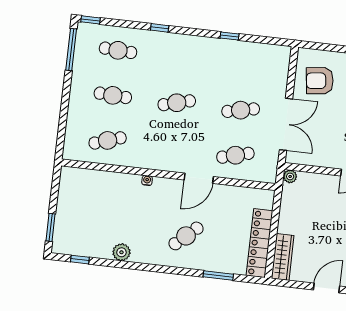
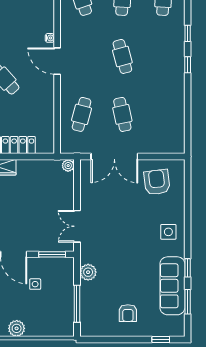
window: (230, 36) -> (188, 65), moved
cafe table: (235, 155) -> (82, 114), turned 30
door: (199, 178) -> (57, 61), moved

